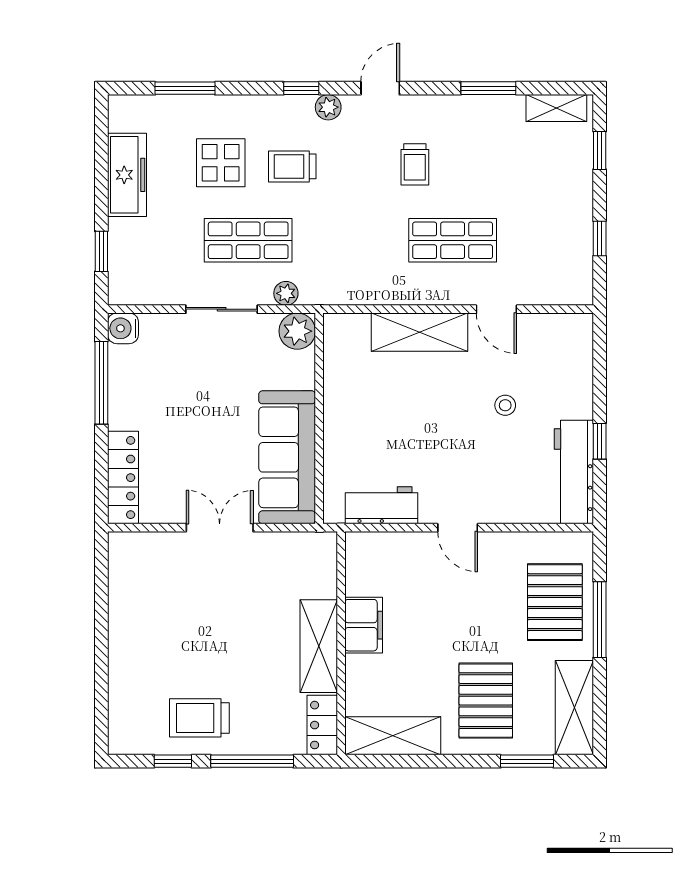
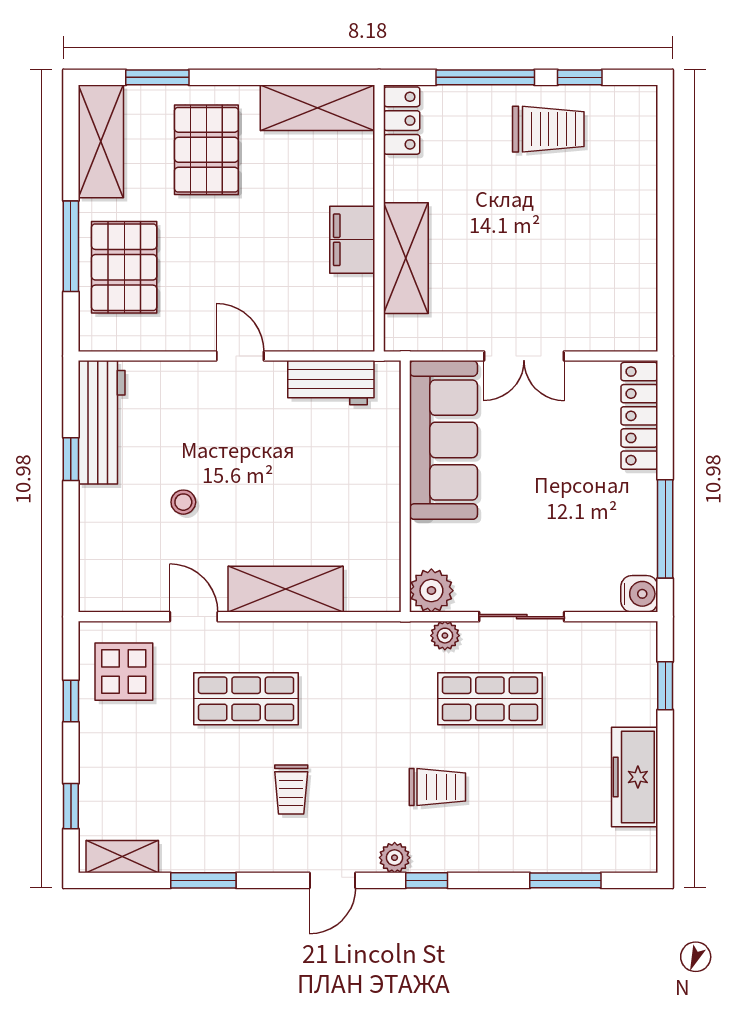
display table: (221, 163) -> (124, 672), moved
trolley: (415, 164) -> (291, 789), turned 180
shelving: (319, 646) -> (406, 258), moved

